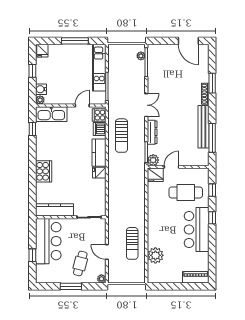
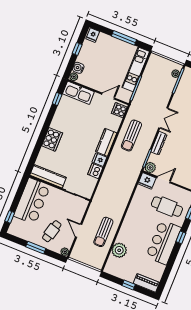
dishwasher: (100, 129) -> (95, 171), moved
window: (32, 255) -> (10, 217), moved
window: (179, 286) -> (129, 285), added

